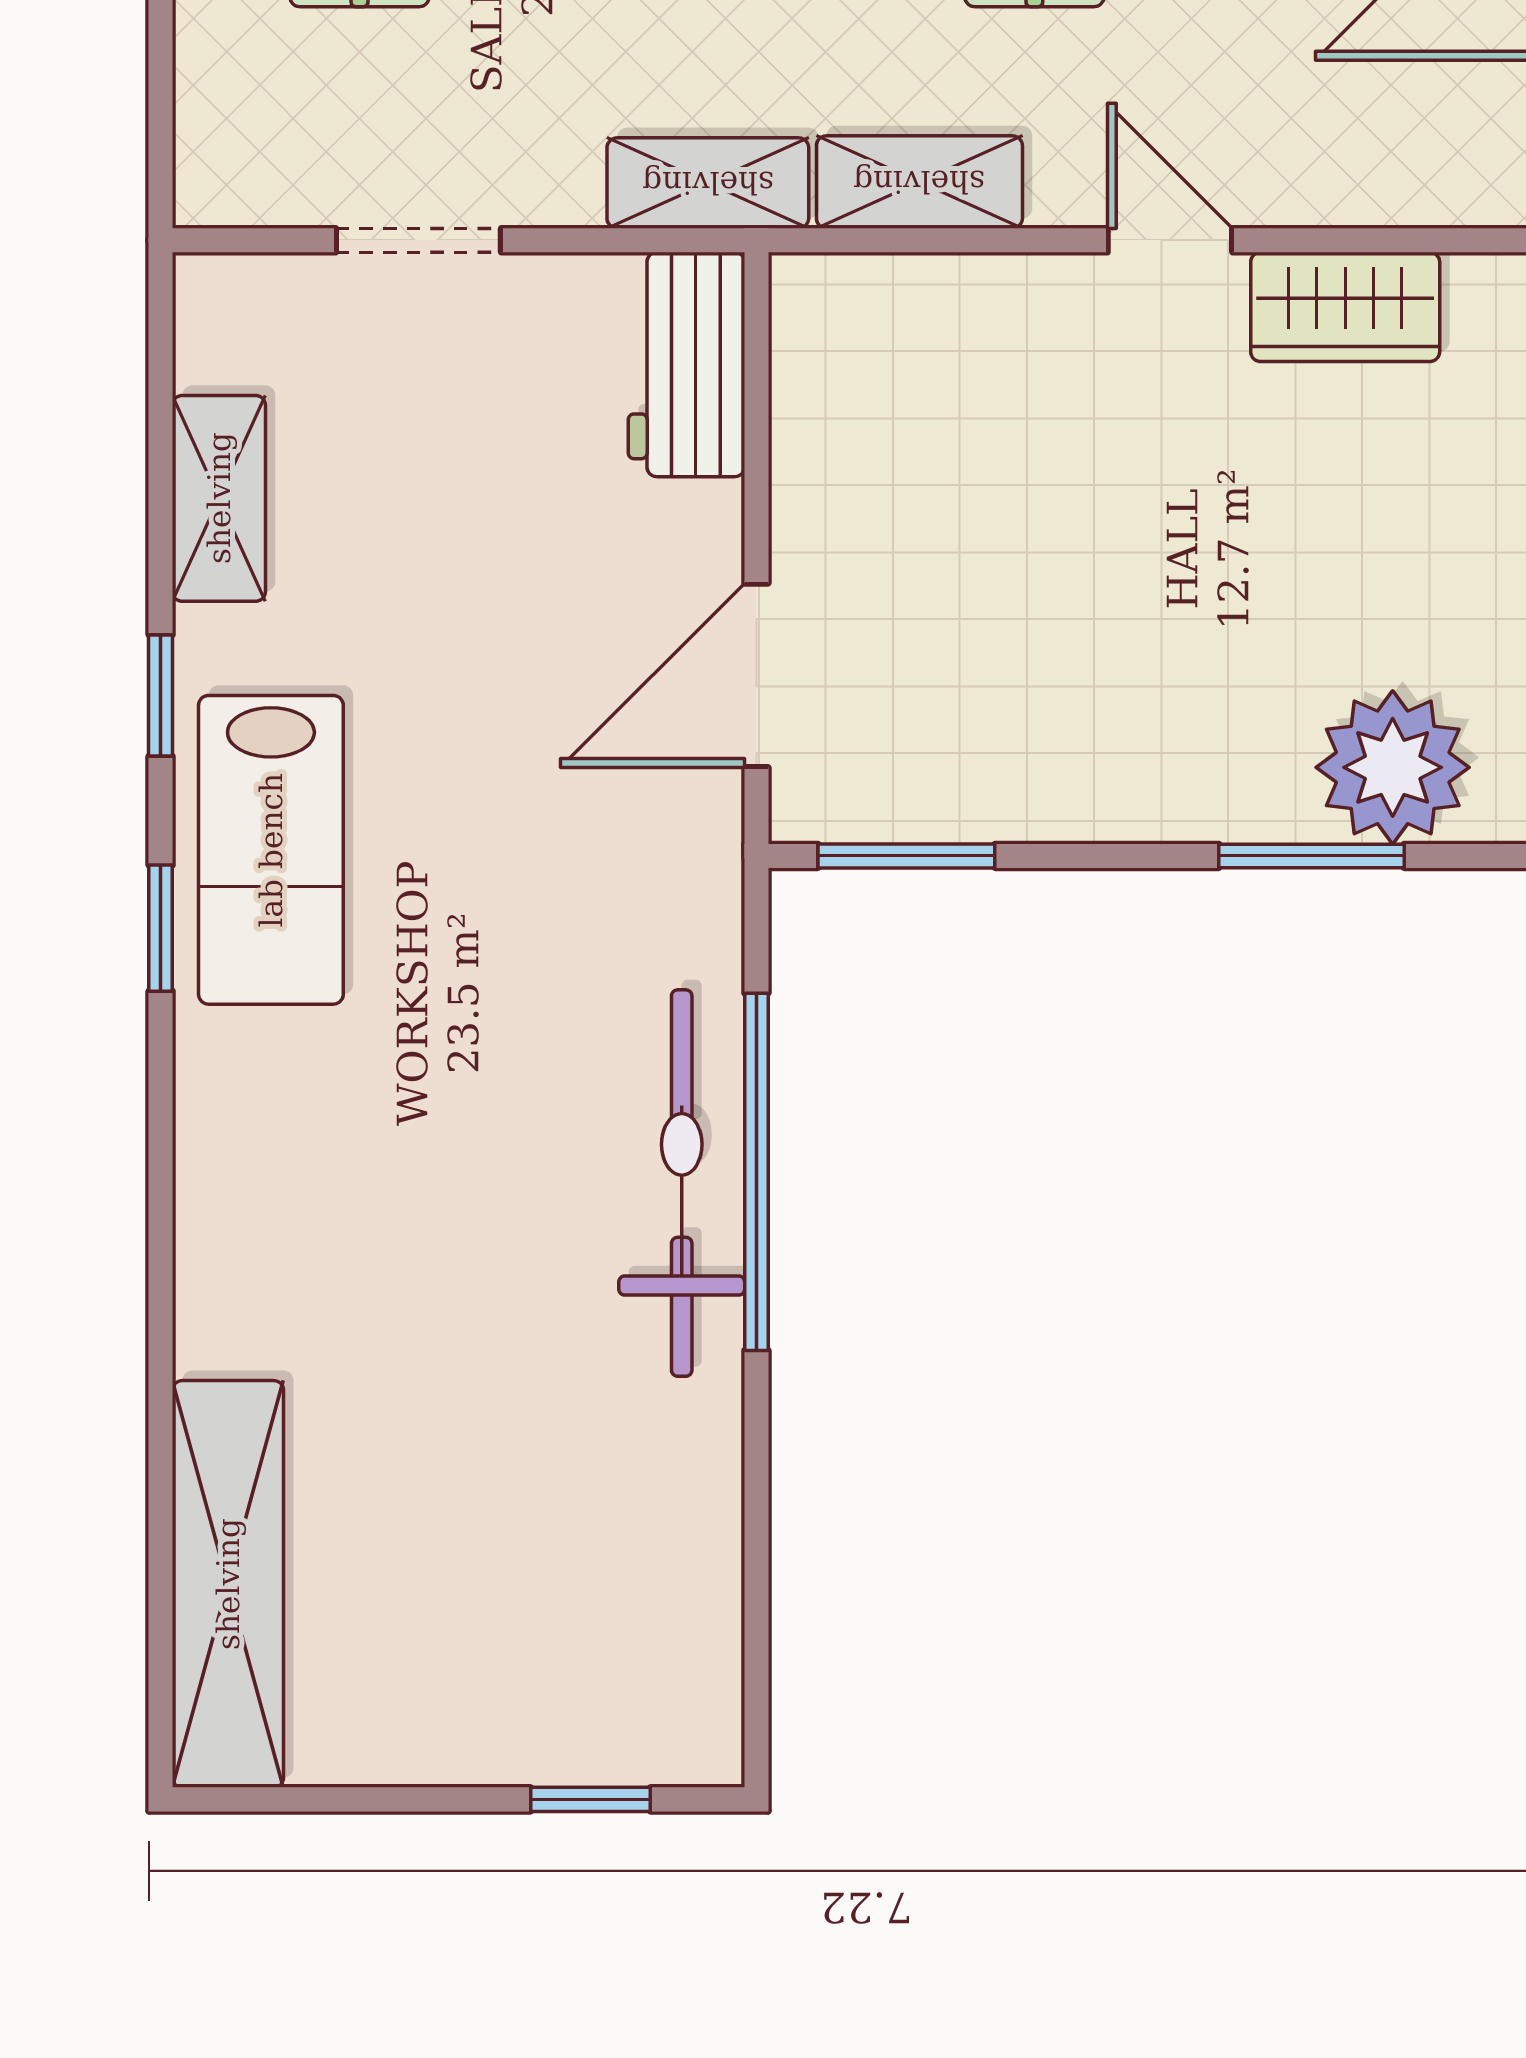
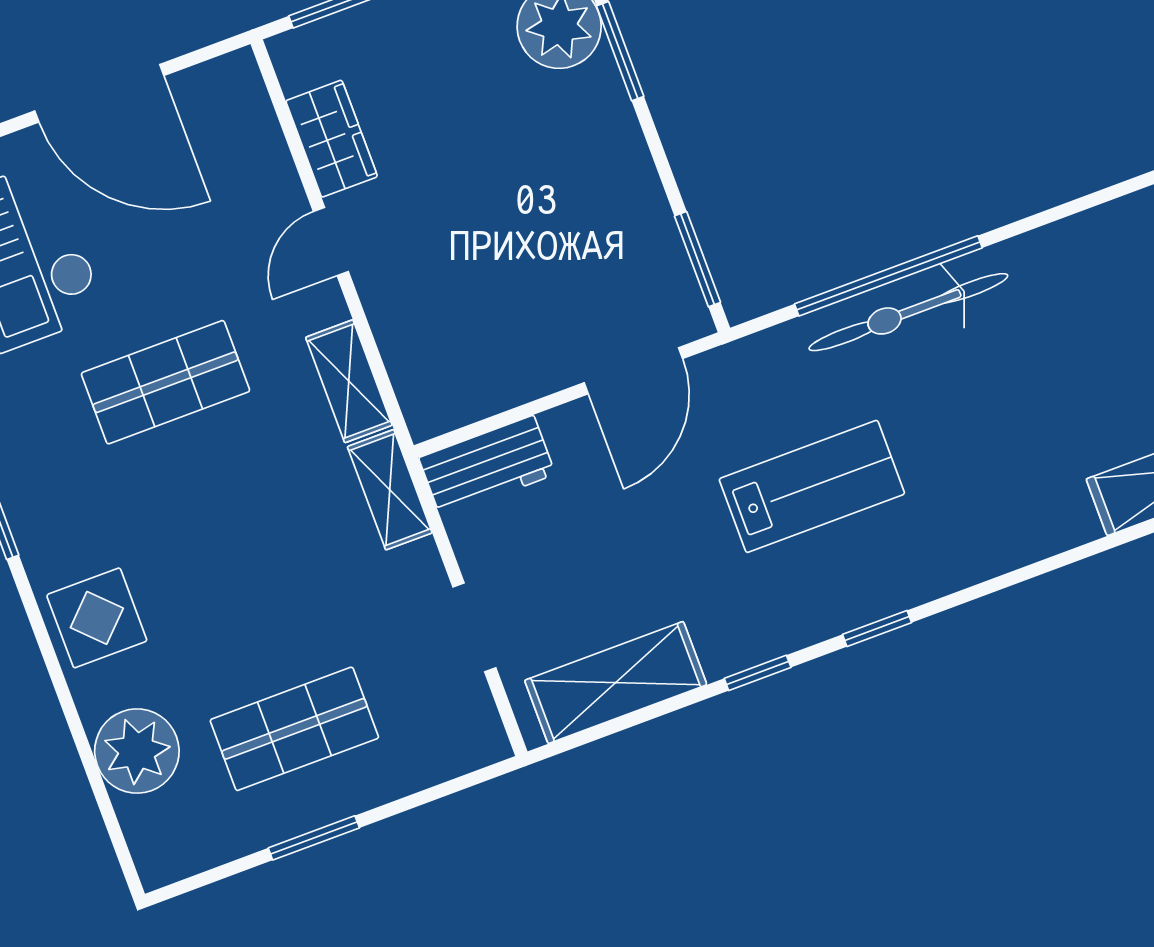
shelving: (219, 498) -> (616, 683), width x1.50, depth x1.33
door: (756, 675) -> (633, 371), hinge flipped
lab bench: (271, 850) -> (812, 486), moved

